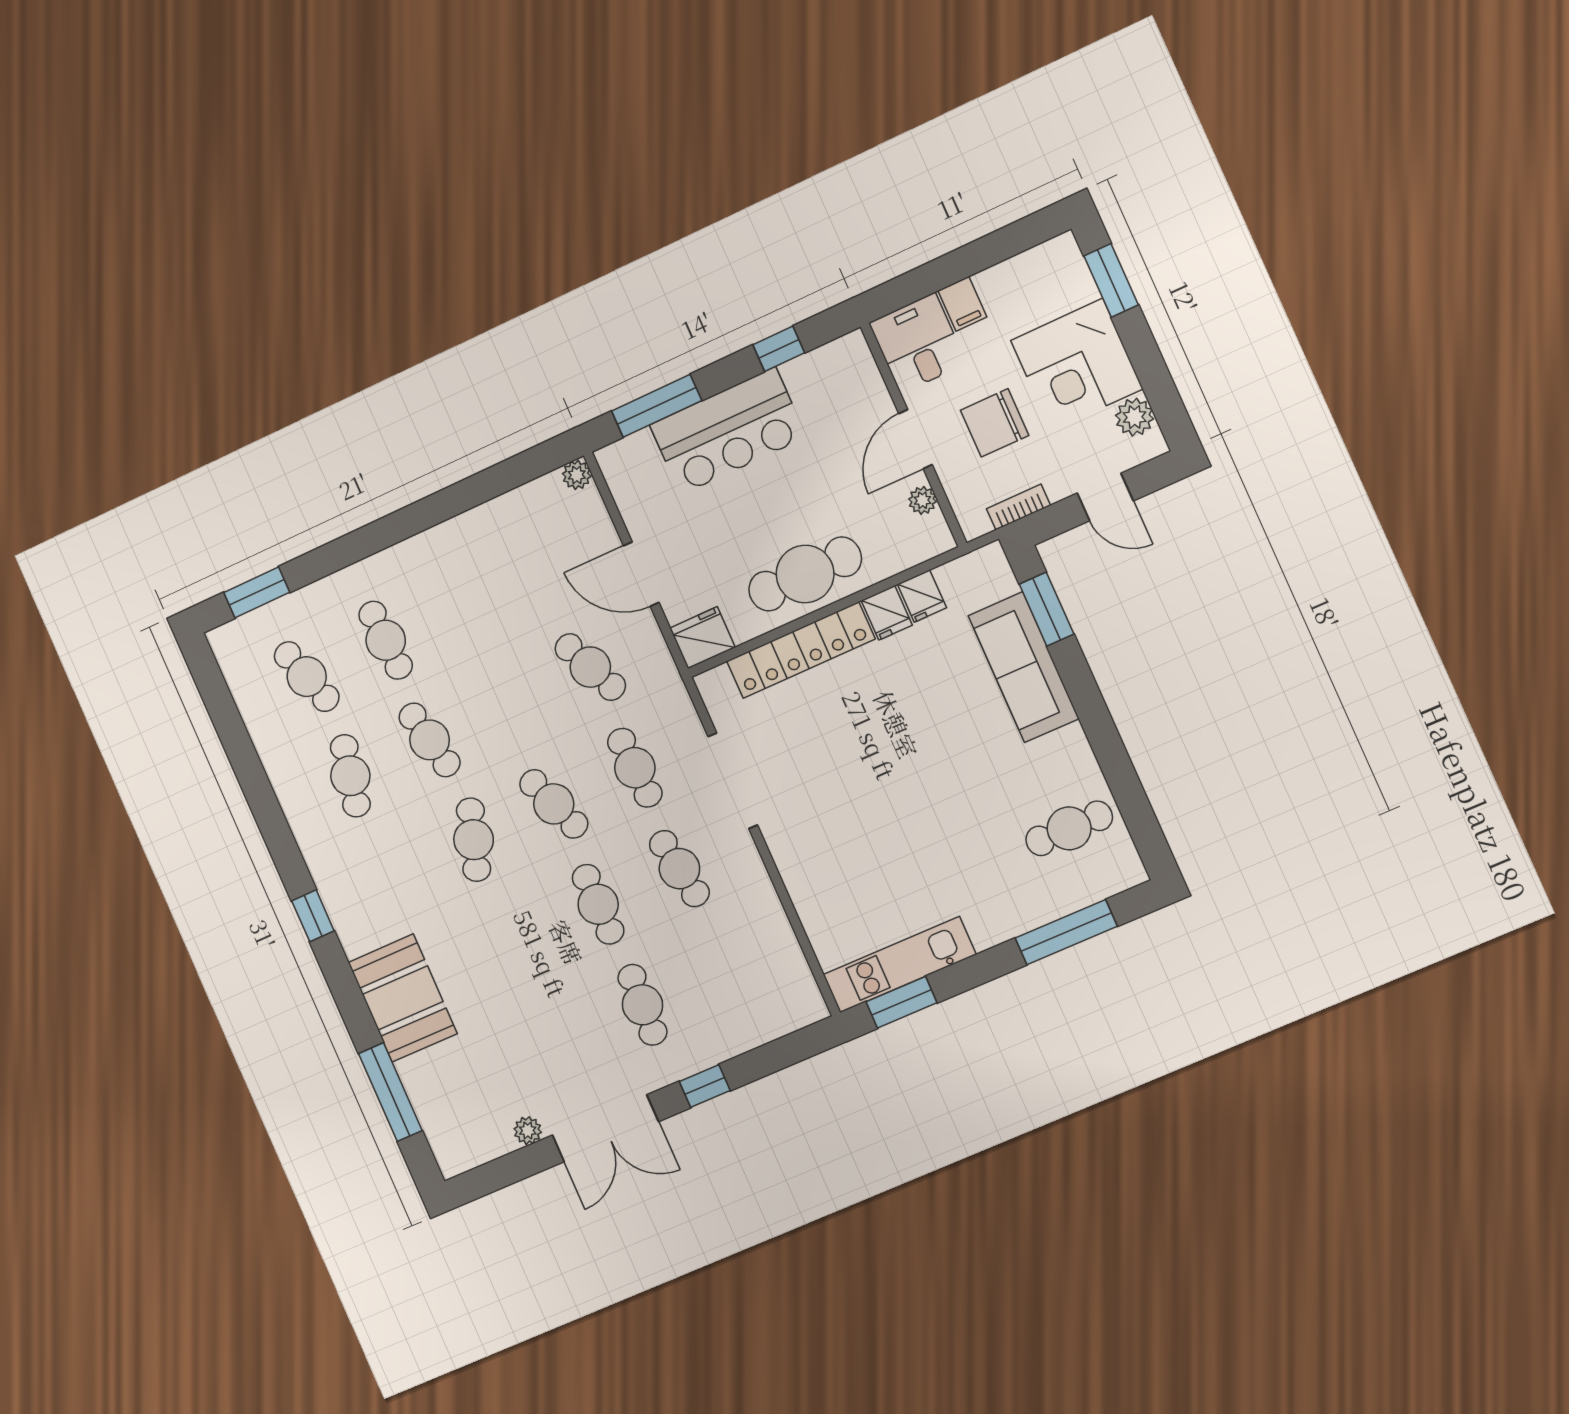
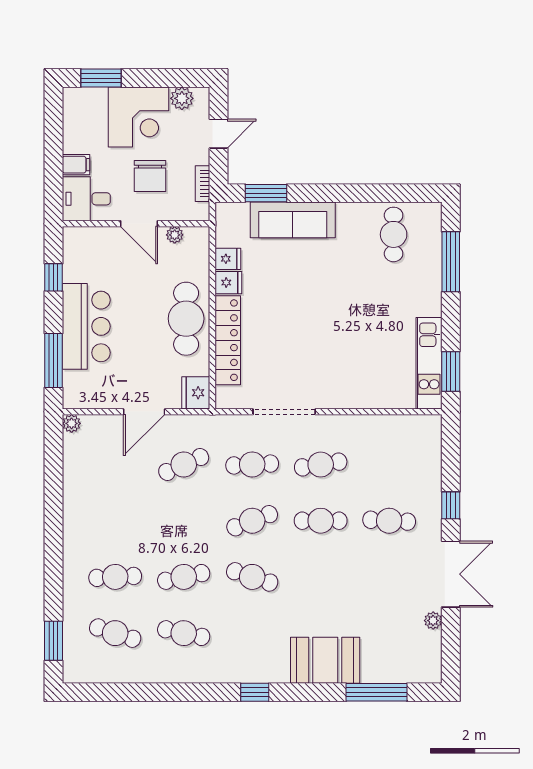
cafe table: (307, 677) -> (115, 633), turned 36

